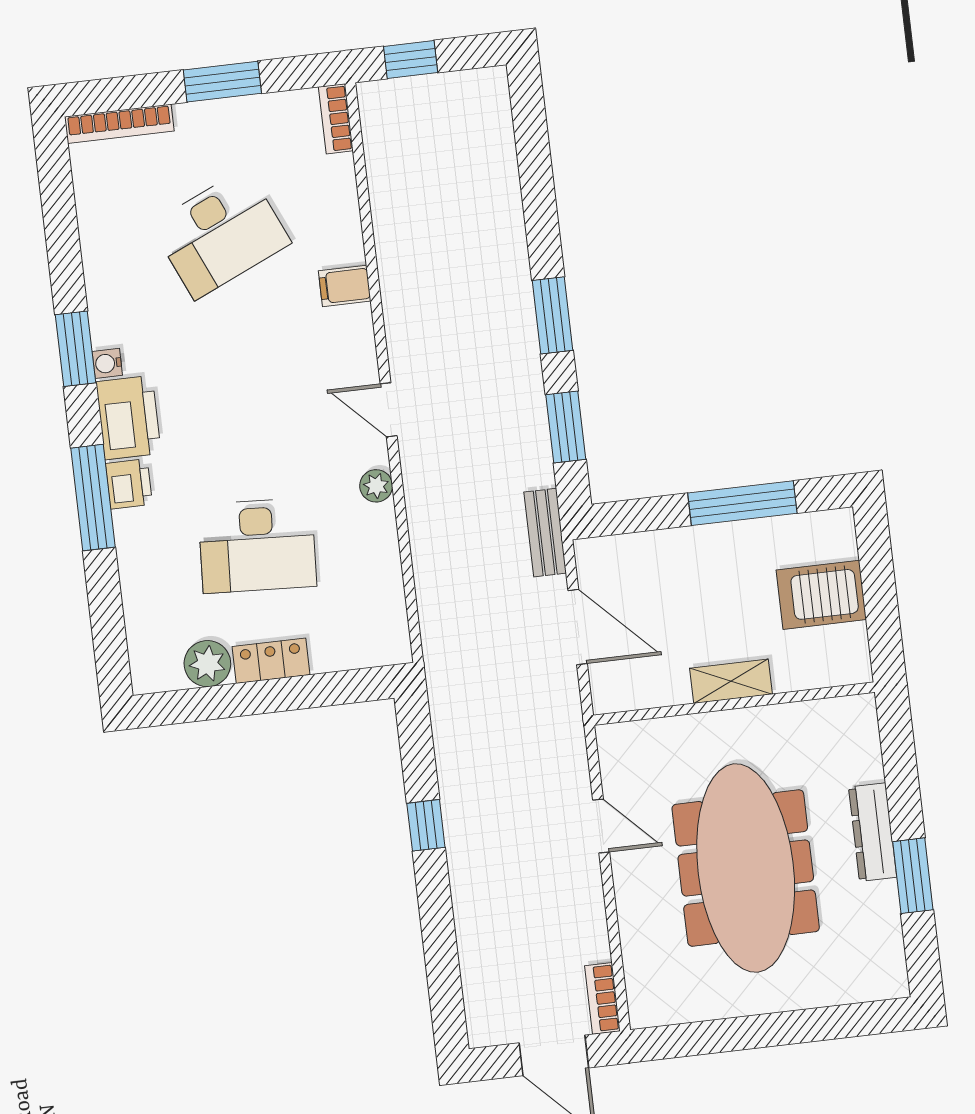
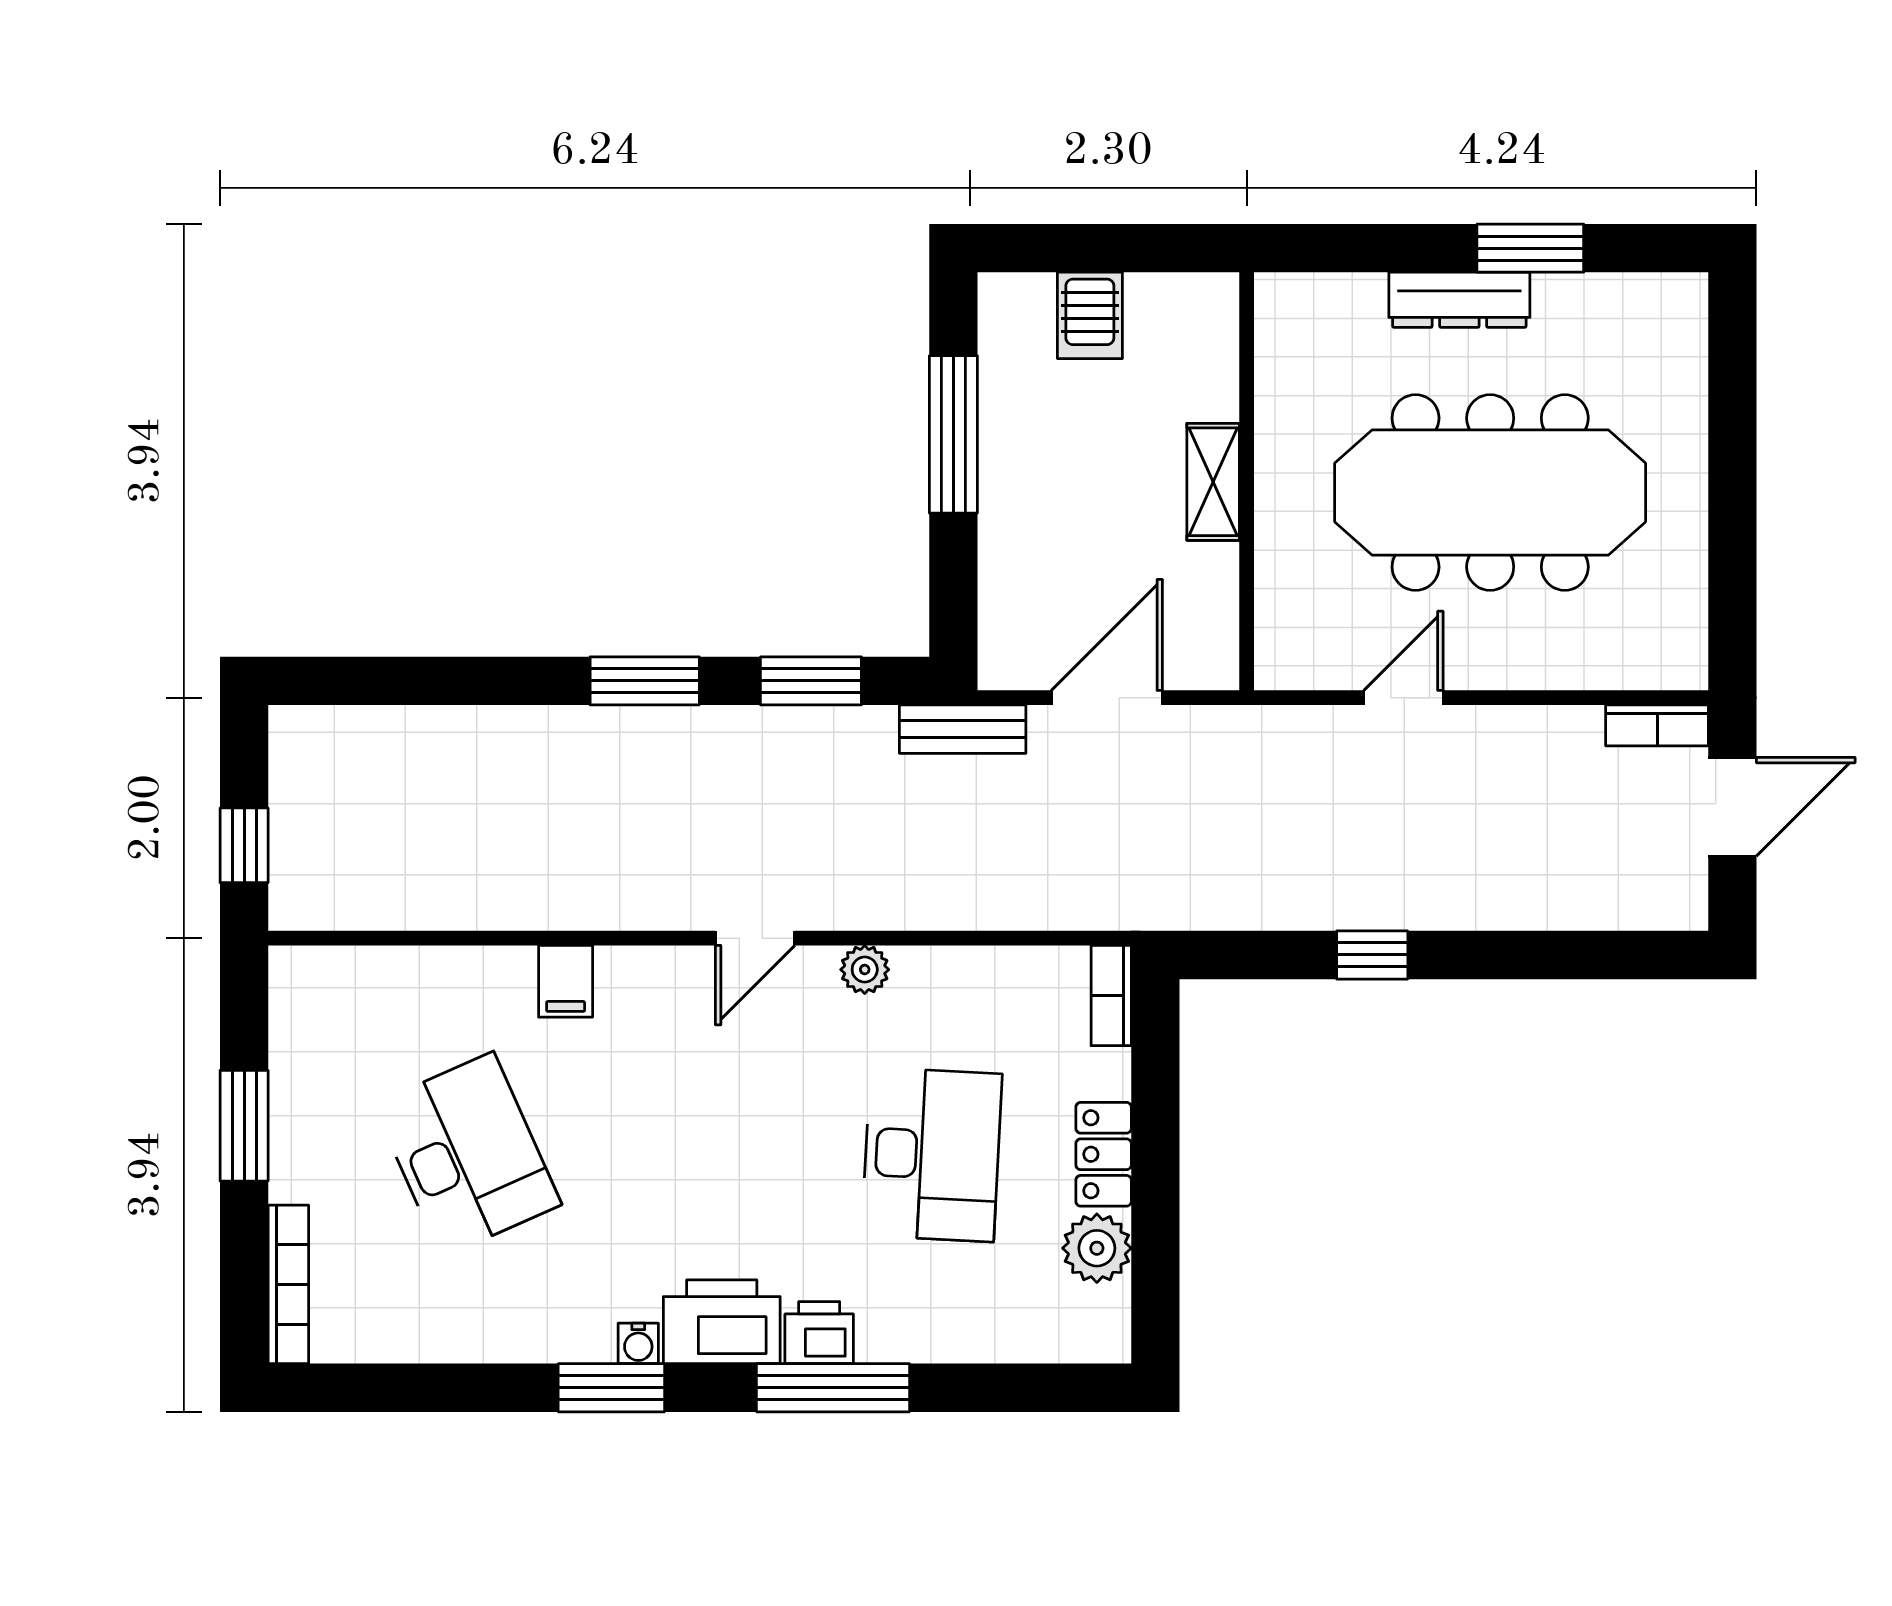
bookcase: (336, 119) -> (1111, 996), moved, turned 90
server rack: (821, 595) -> (1090, 315), width x0.73, depth x0.70

